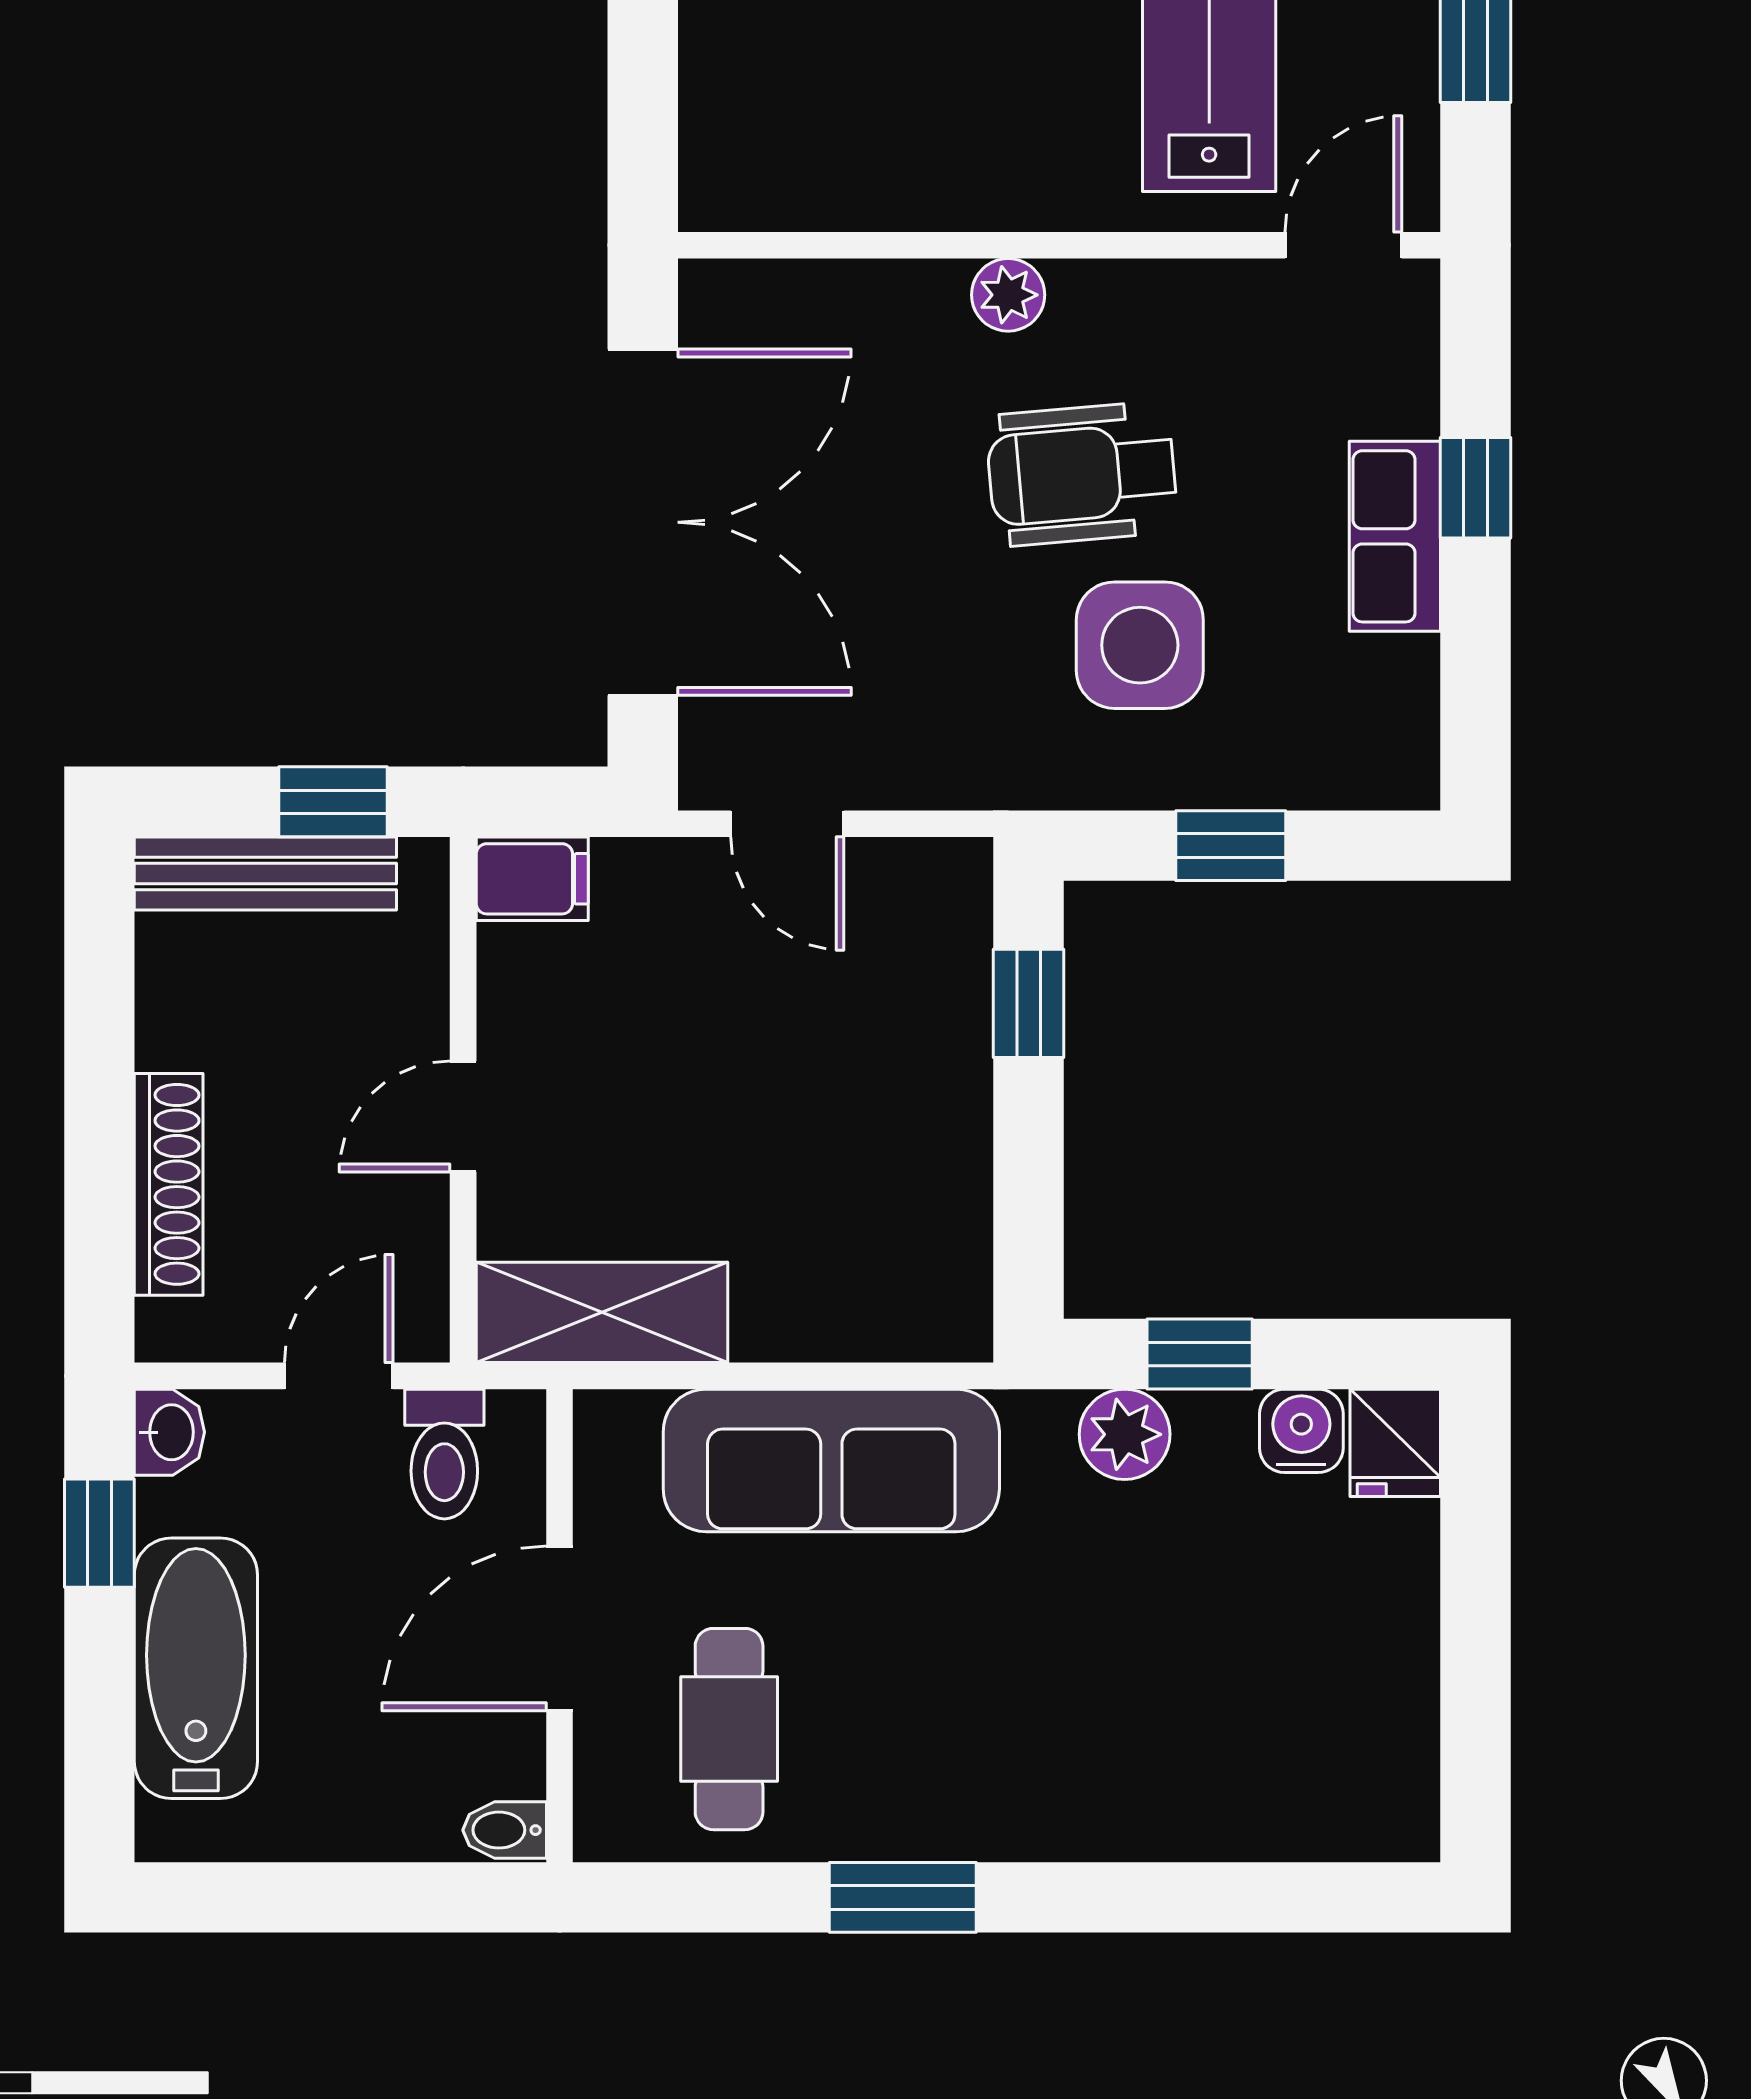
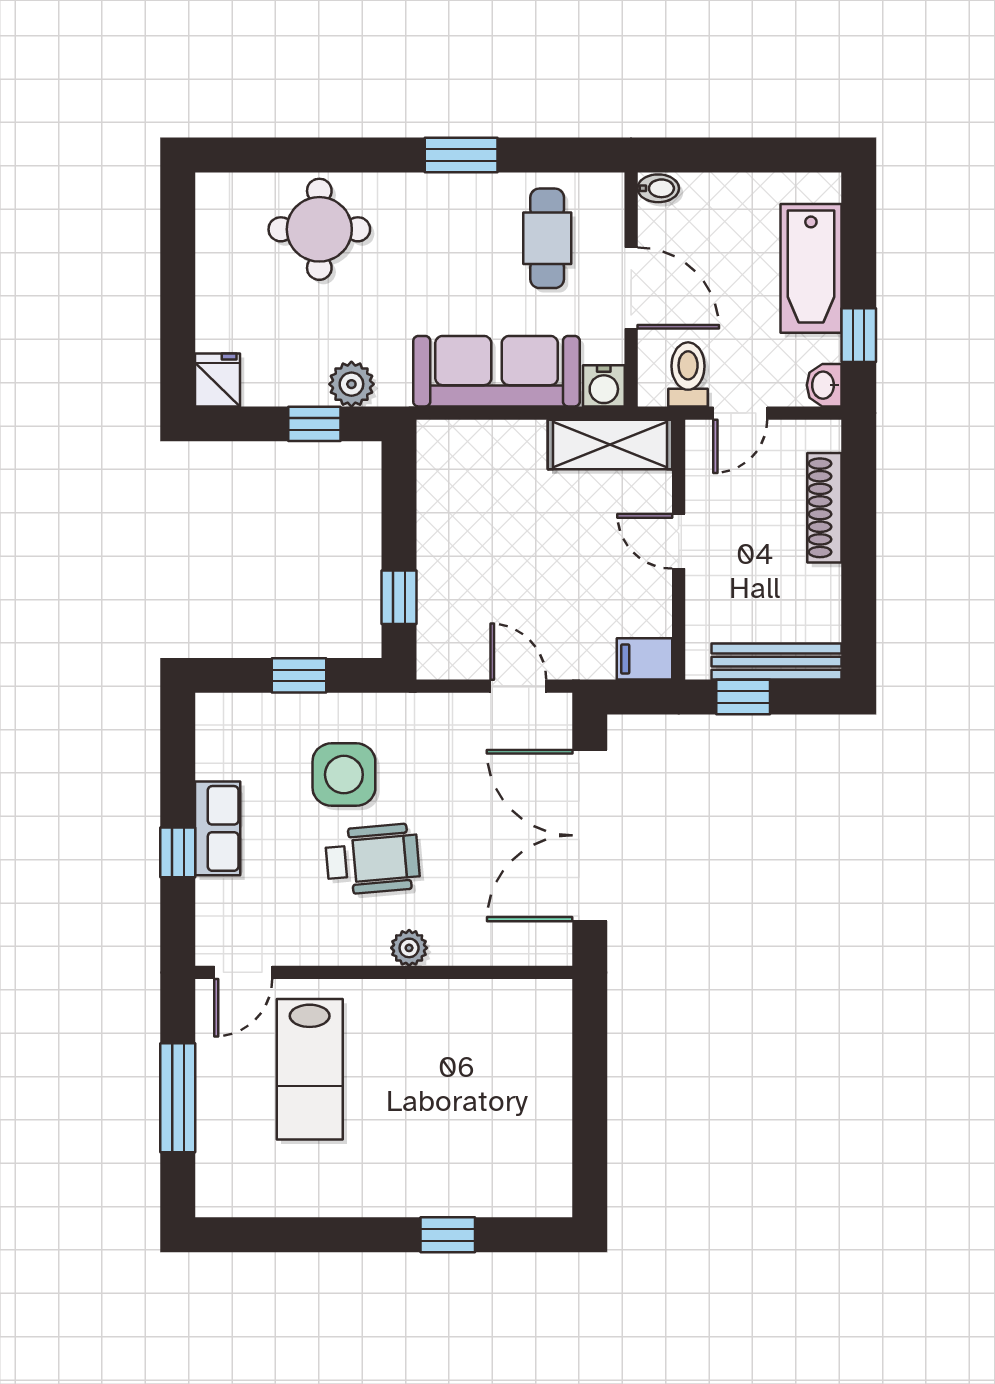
door: (463, 1117) -> (679, 541), swing flipped
water cooler: (1301, 1431) -> (604, 386), moved
door: (560, 1628) -> (631, 288), hinge flipped
round table: (1190, 1747) -> (319, 229), added

